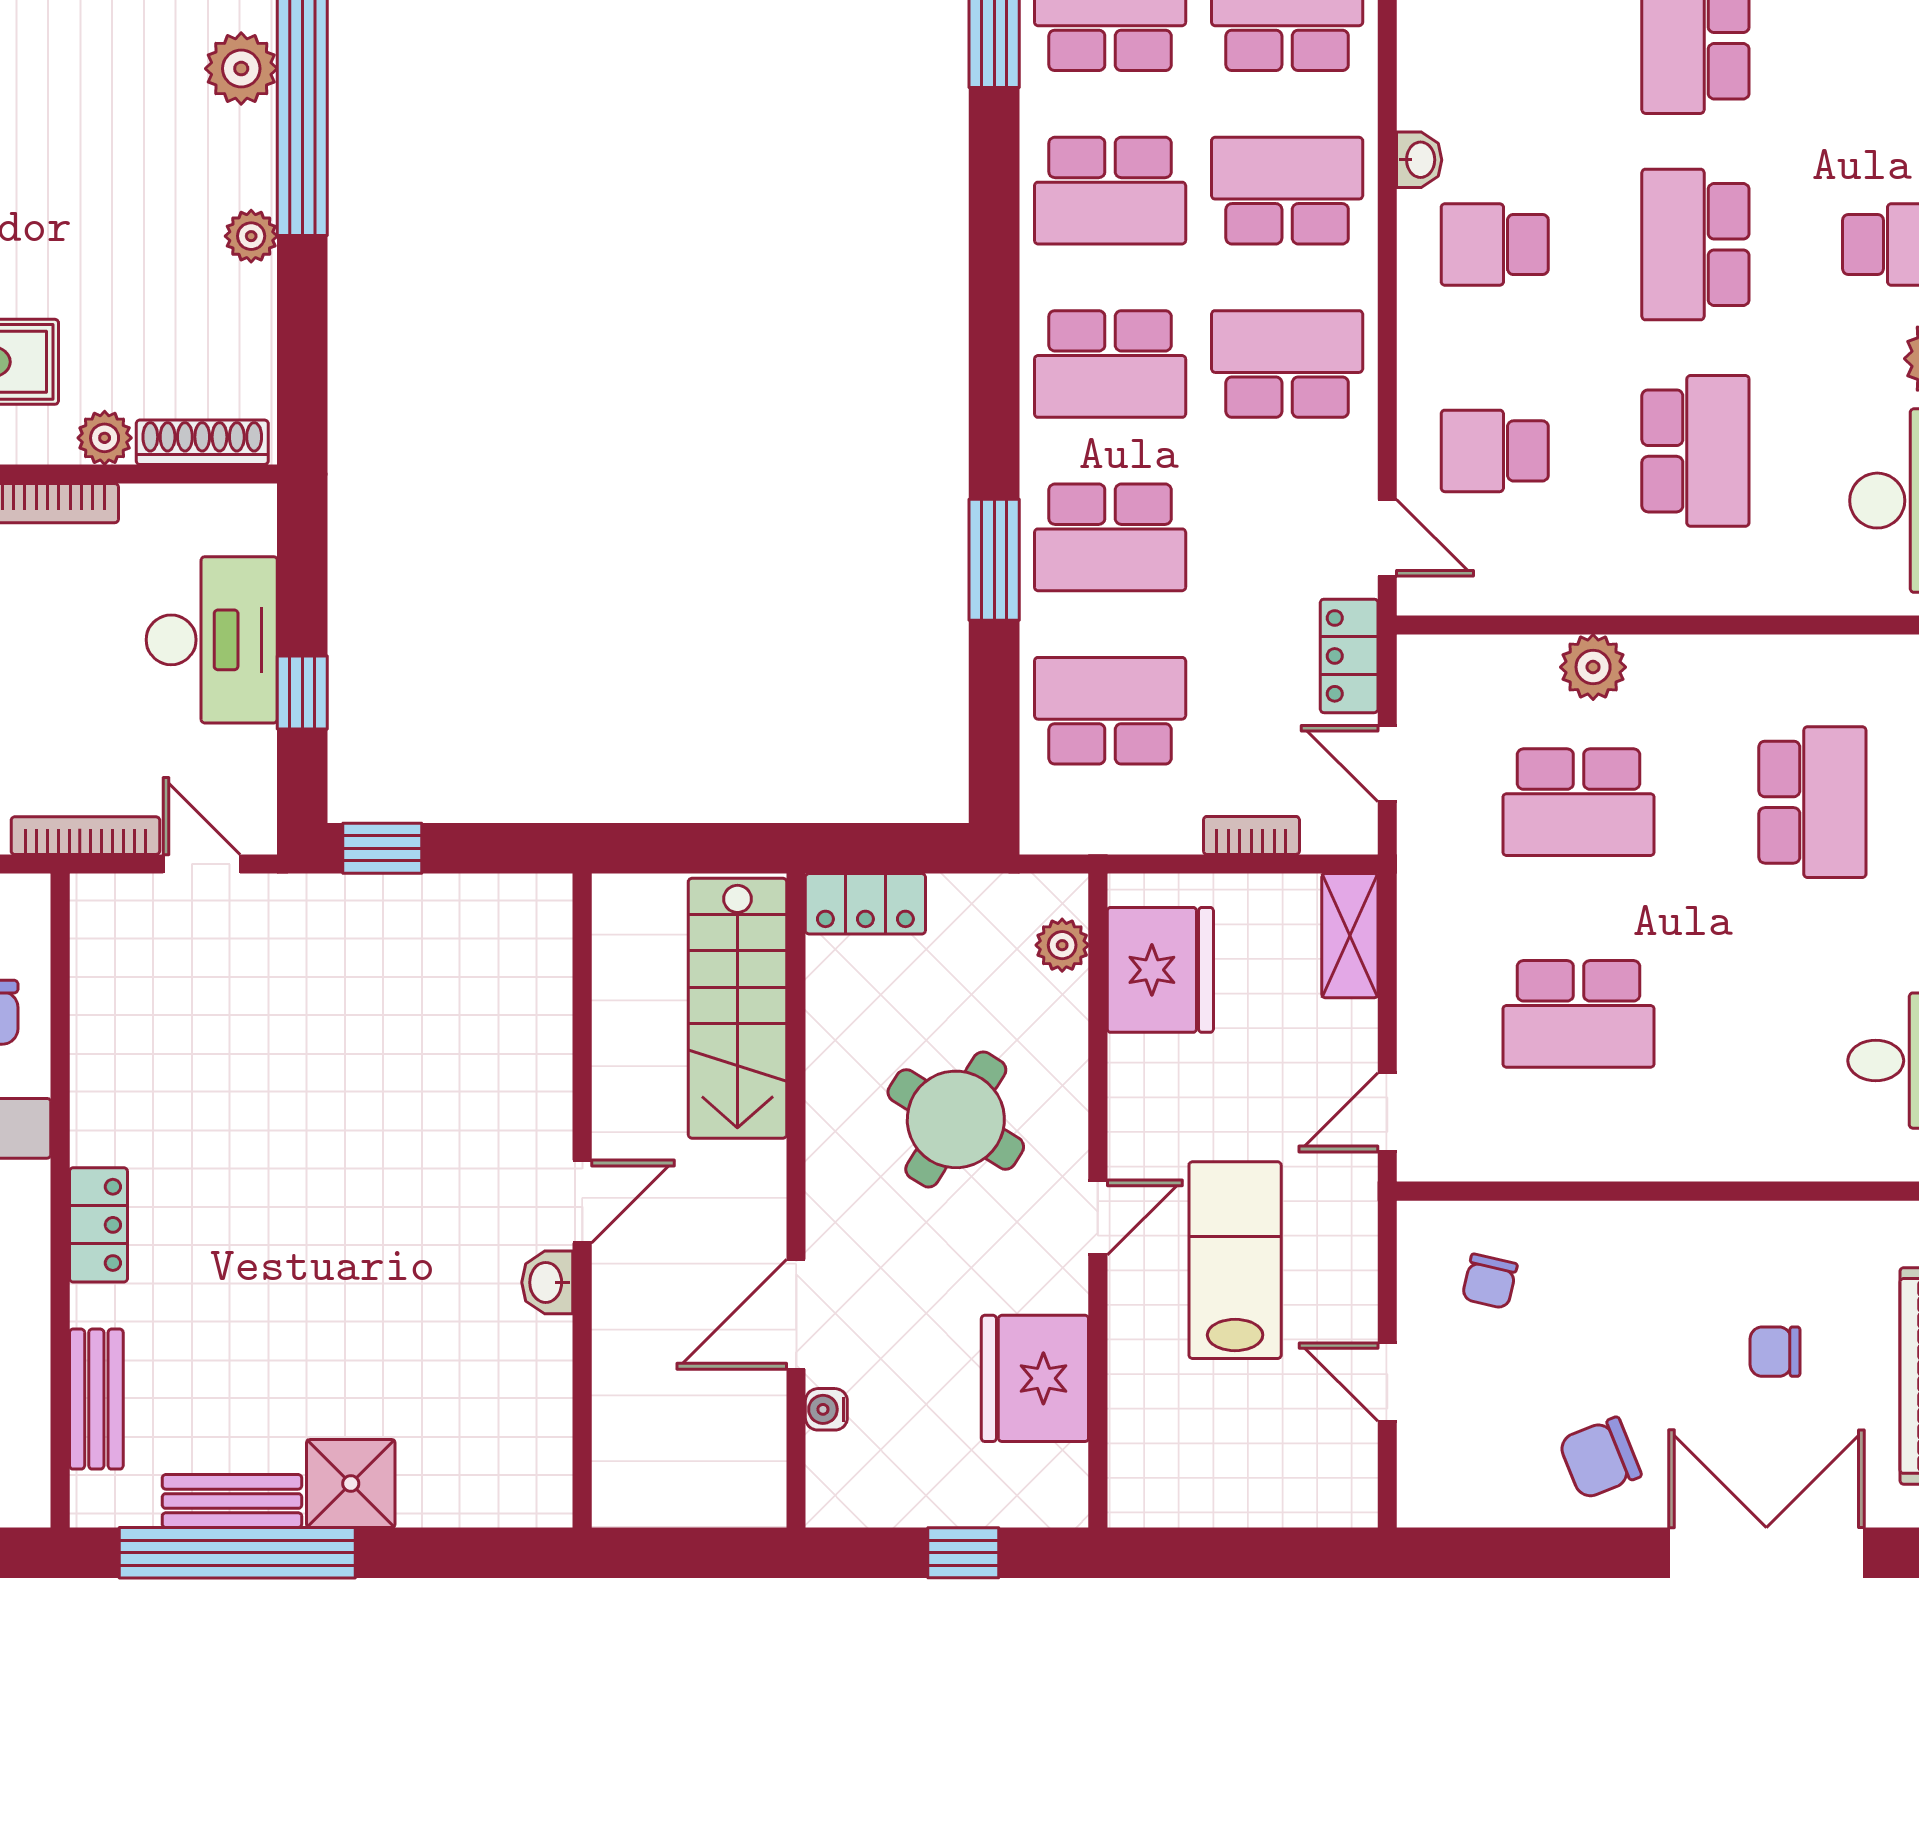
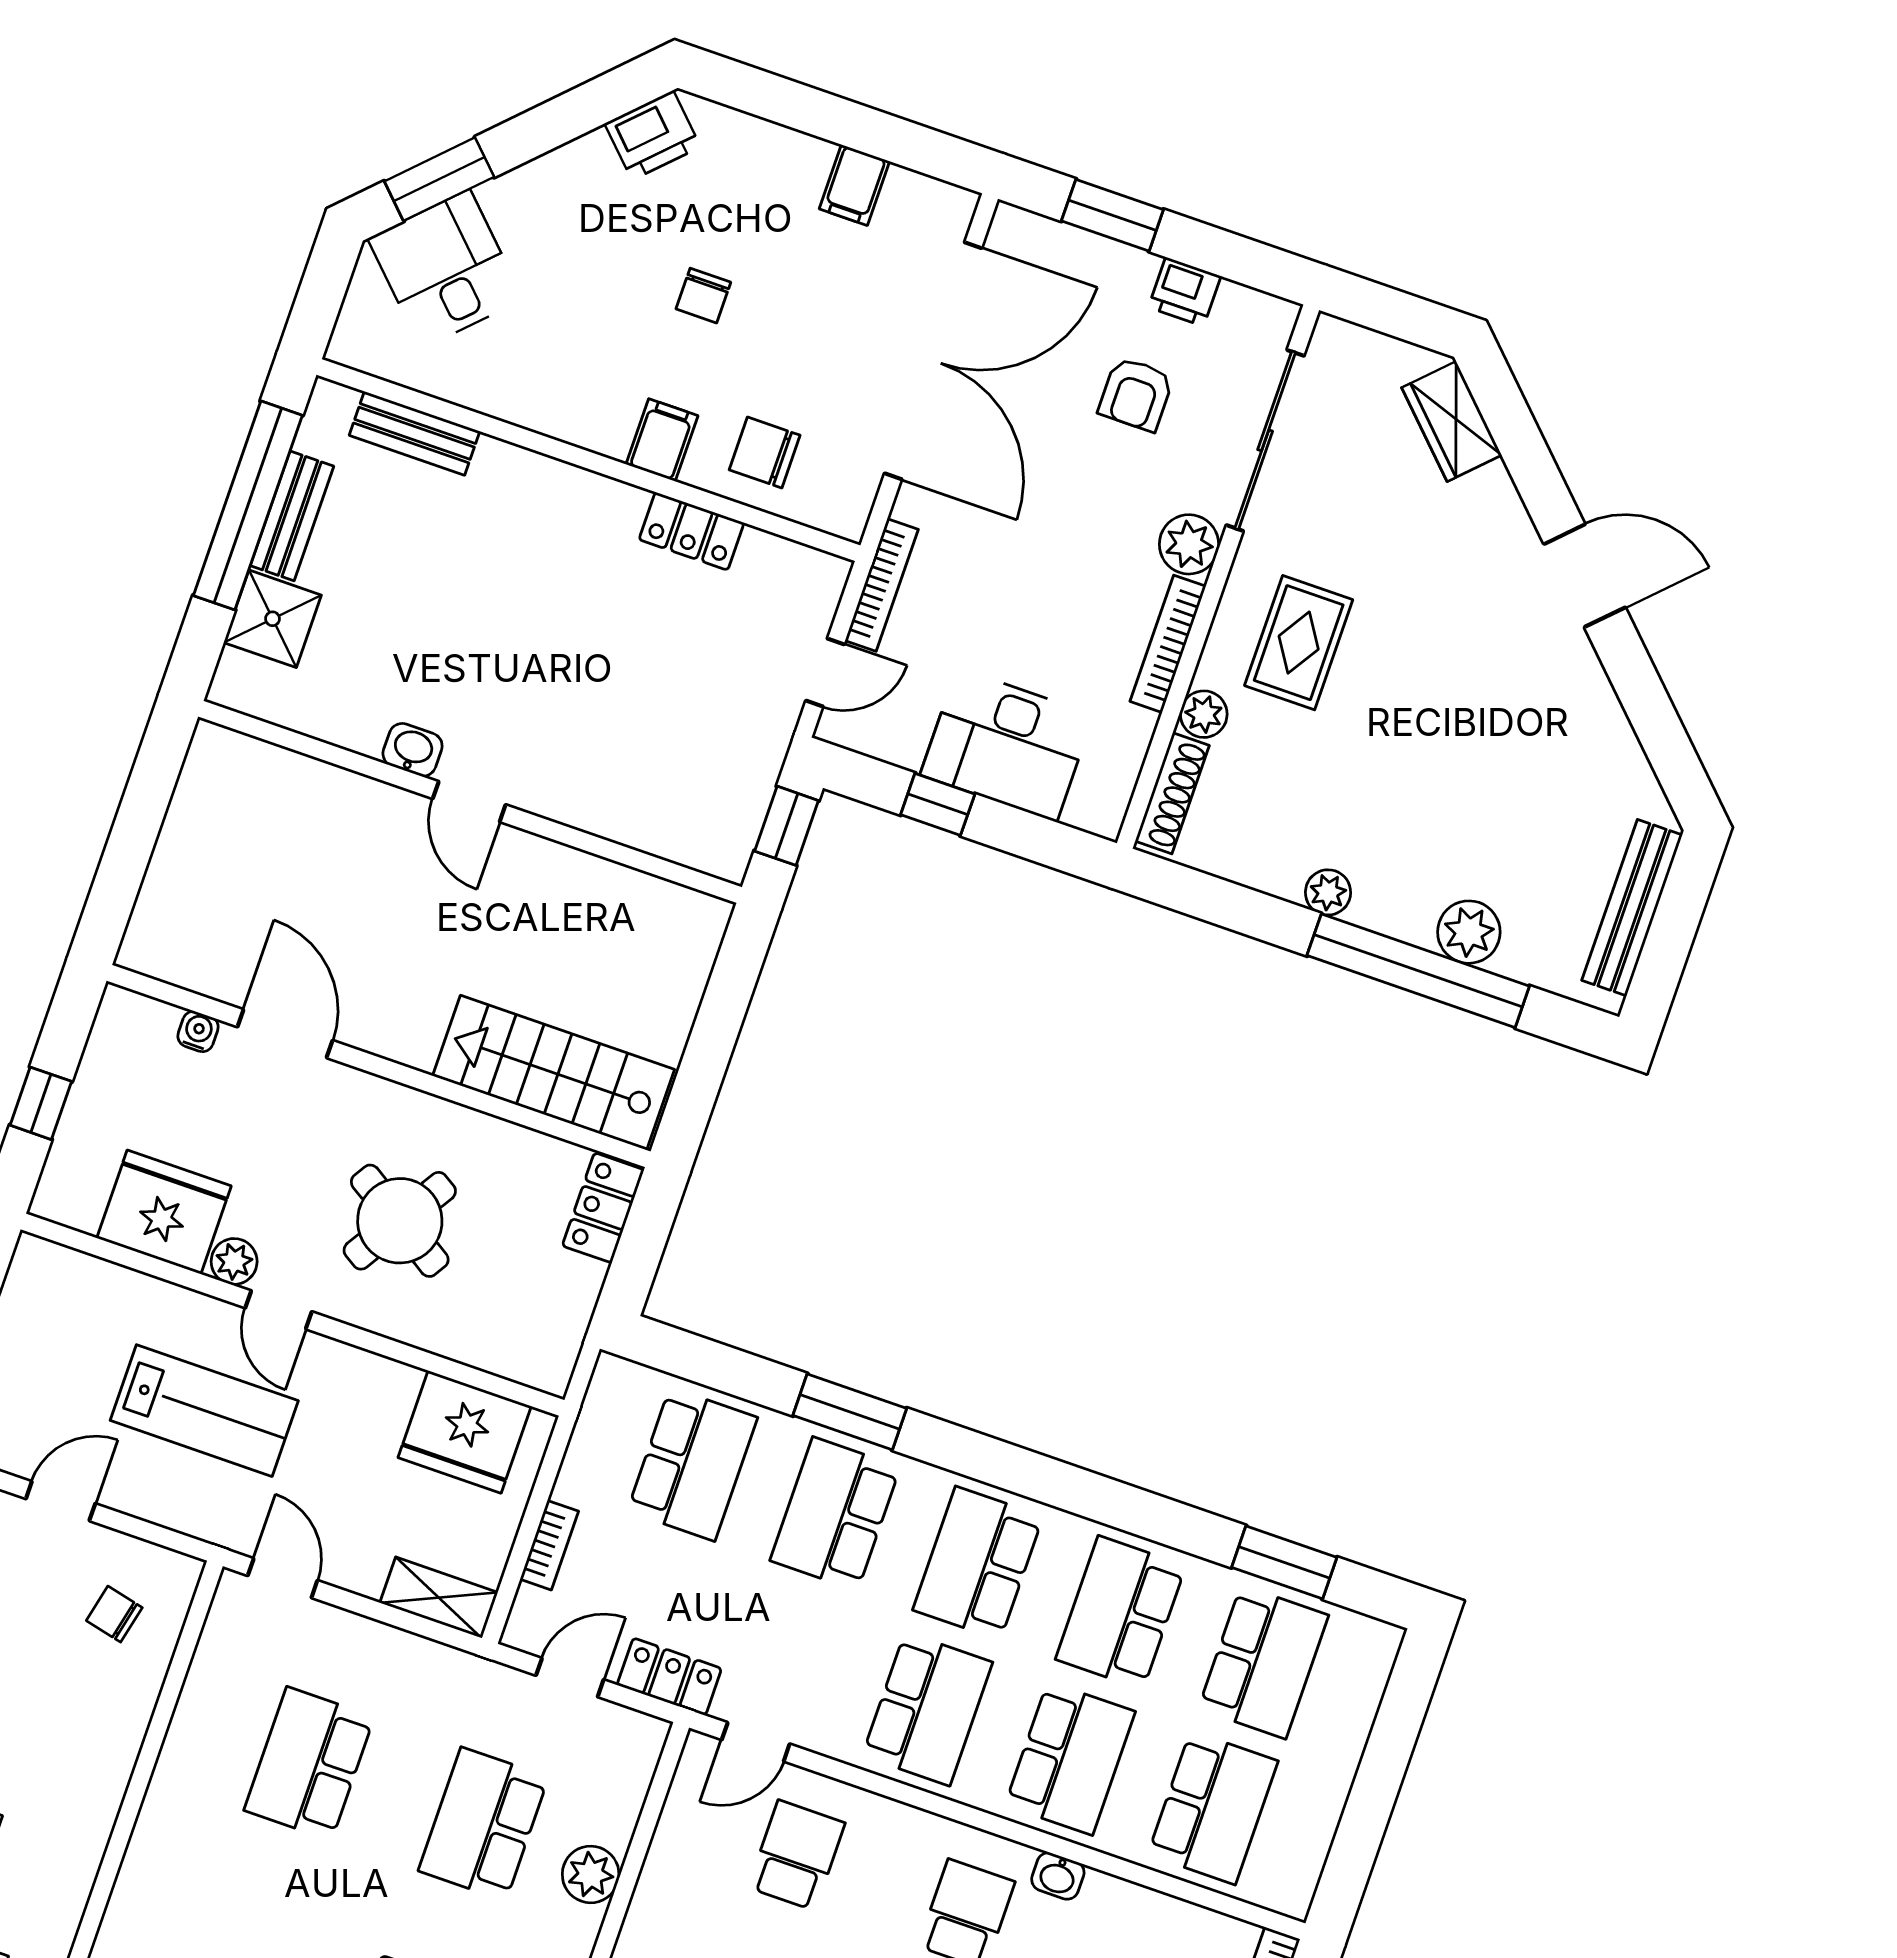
plant: (1062, 945) -> (234, 1261), moved
wall: (582, 1201) -> (470, 802), moved
door: (582, 1202) -> (469, 802), moved
locker: (98, 1225) -> (692, 531), moved
washbasin: (547, 1282) -> (413, 750), moved

